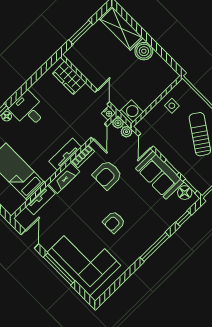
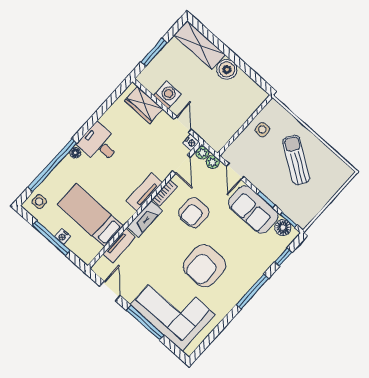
washing machine: (131, 112) -> (167, 95), moved
armchair: (114, 222) -> (204, 266), width x1.88, depth x1.88

